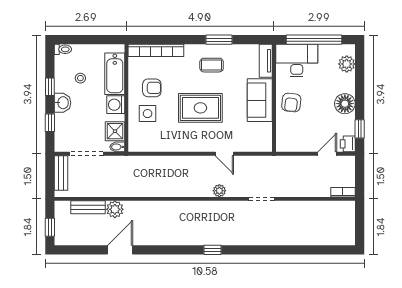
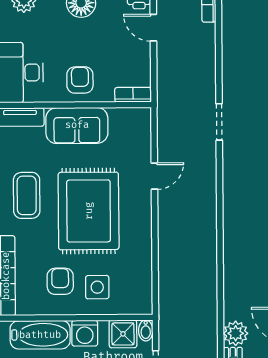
coffee table: (212, 65) -> (27, 195), width x1.36, depth x1.30
armchair: (291, 103) -> (80, 80), turned -97
rug: (200, 108) -> (89, 211), width x1.37, depth x1.44
bookcase: (281, 139) -> (133, 95), added
plant: (219, 191) -> (208, 183), removed

